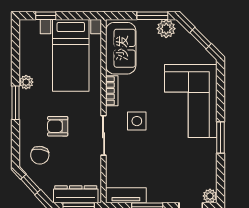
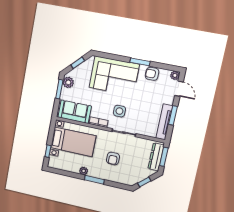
chair: (40, 155) -> (128, 173), removed
armchair: (206, 160) -> (152, 74), added
tv unit: (126, 195) -> (164, 122), width x1.41

